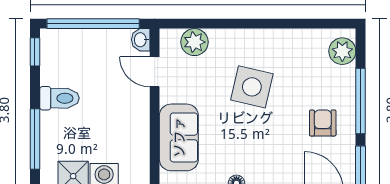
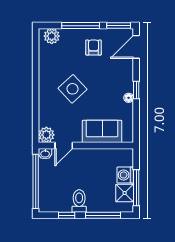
plant: (194, 42) -> (46, 135), moved
window: (35, 52) -> (67, 215), moved
side table: (252, 87) -> (73, 89), turned 34
armchair: (323, 123) -> (94, 48), turned 90

